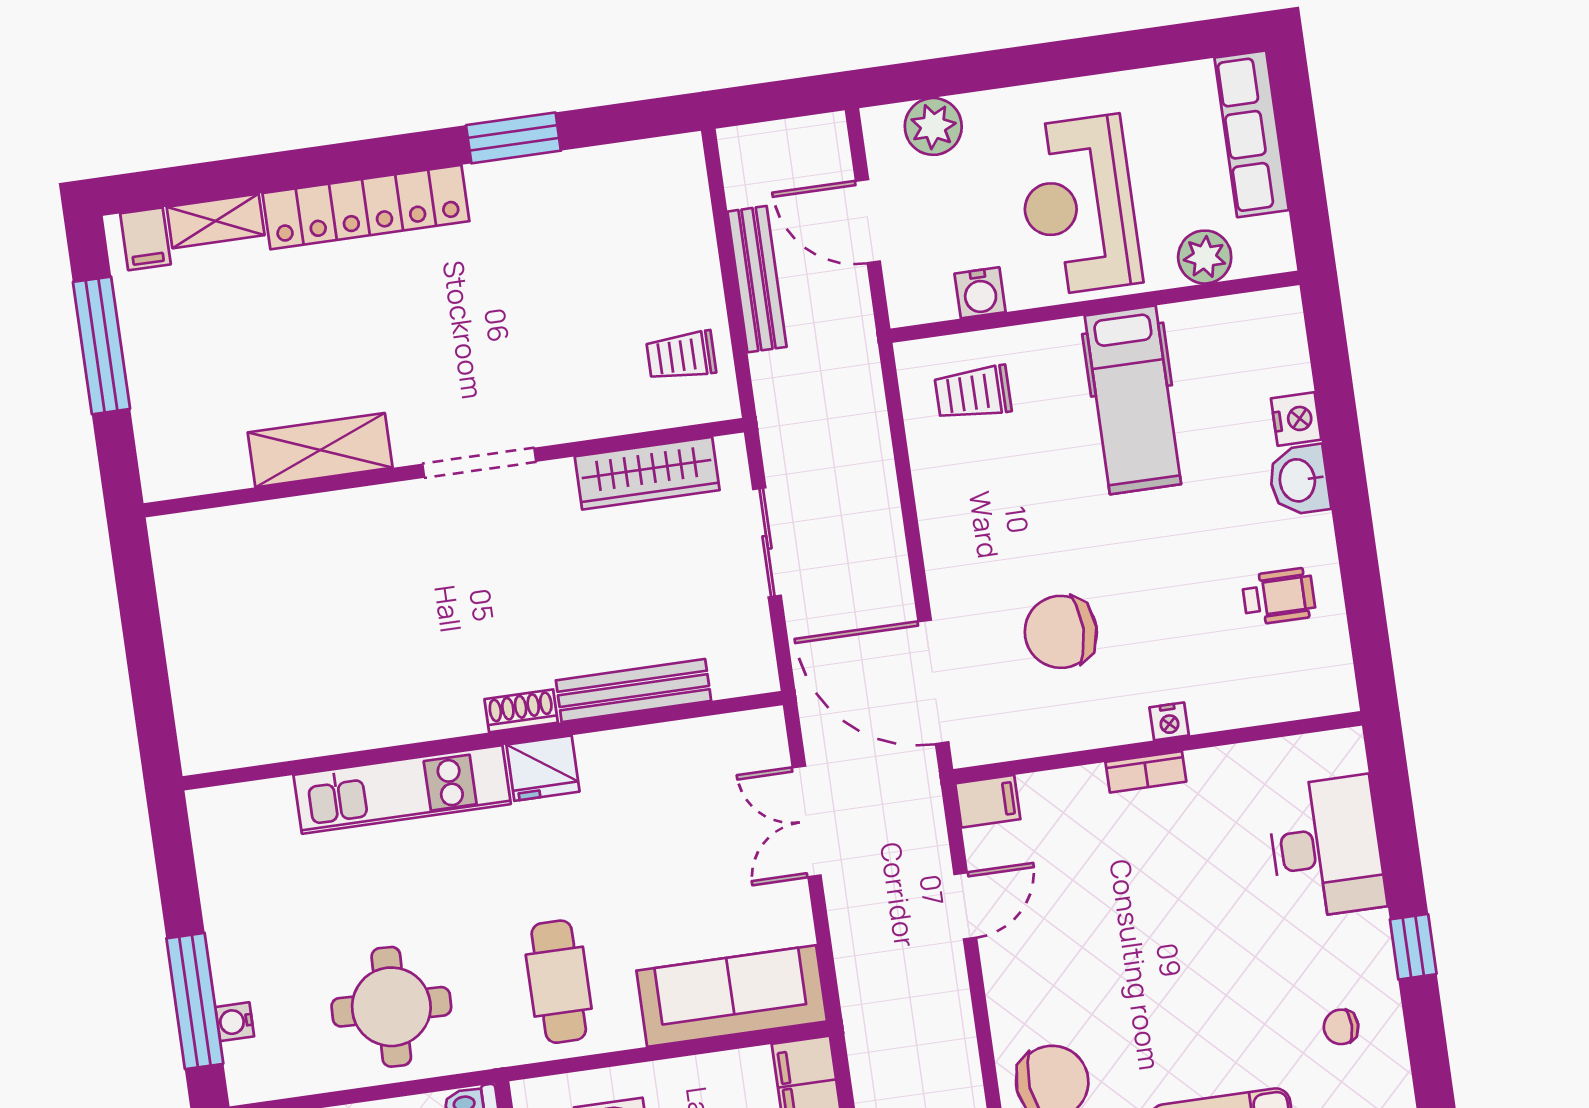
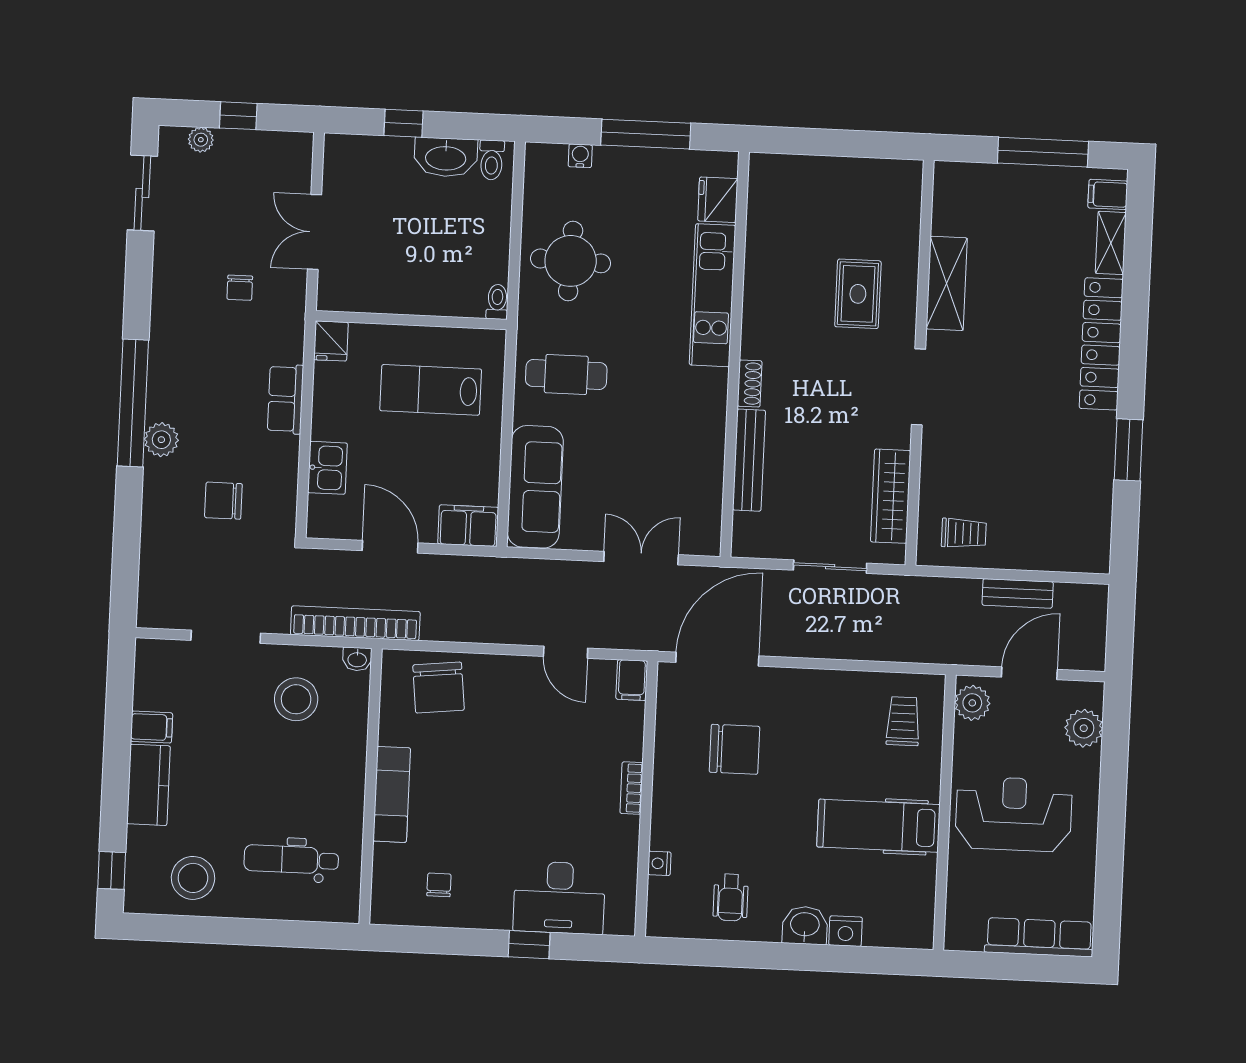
plant: (1205, 257) -> (972, 703), moved
bench: (757, 279) -> (1018, 593), width x0.73
water cooler: (980, 293) -> (968, 738), removed
trolley: (681, 356) -> (964, 533), turned 90
rug: (360, 577) -> (858, 294), added
chair: (1061, 632) -> (734, 749), turned 90
nightstand: (1169, 721) -> (659, 863), moved
fridge: (543, 768) -> (718, 200), moved
window: (1413, 947) -> (529, 945), moved
window: (195, 1001) -> (646, 134), moved

